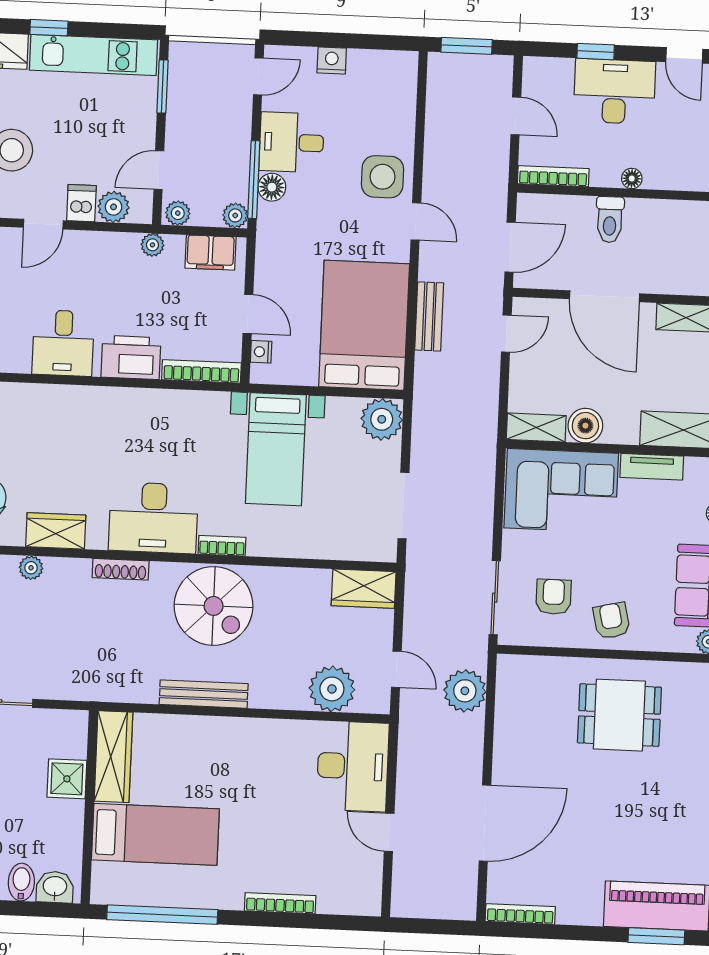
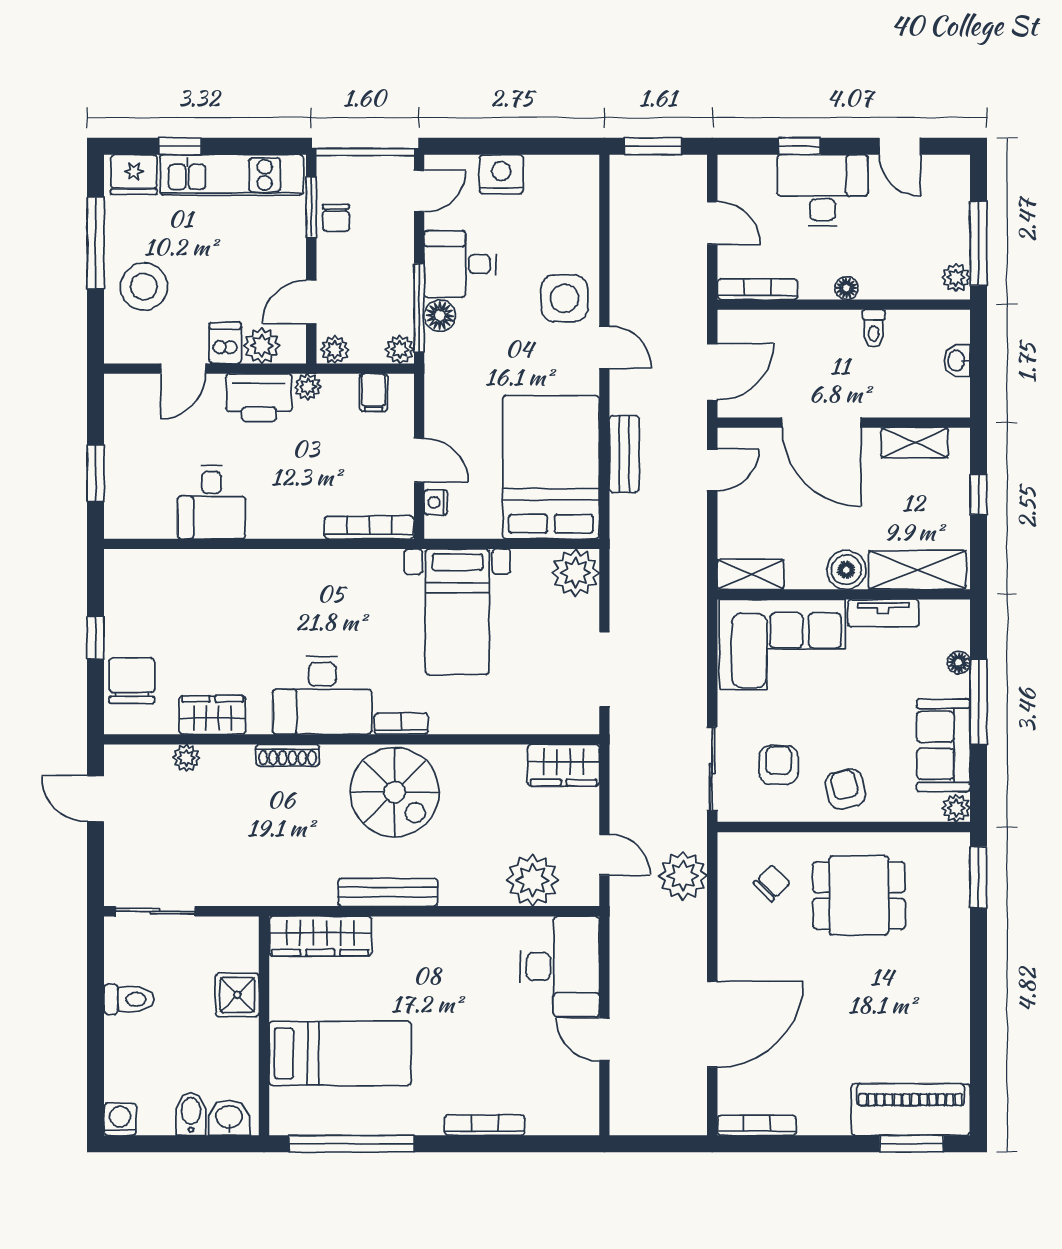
nightstand: (332, 61) -> (501, 174), width x1.36, depth x1.33
chair: (184, 97) -> (336, 218), added
toilet: (610, 220) -> (874, 328), moved, width x0.73, depth x0.72
filing cabinet: (211, 252) -> (374, 393), width x0.50
printer: (131, 357) -> (259, 397), moved, turned 180
boiler: (585, 426) -> (846, 570), moved
chair: (543, 701) -> (772, 883), added
wardrobe: (113, 757) -> (320, 936), moved, turned 90

